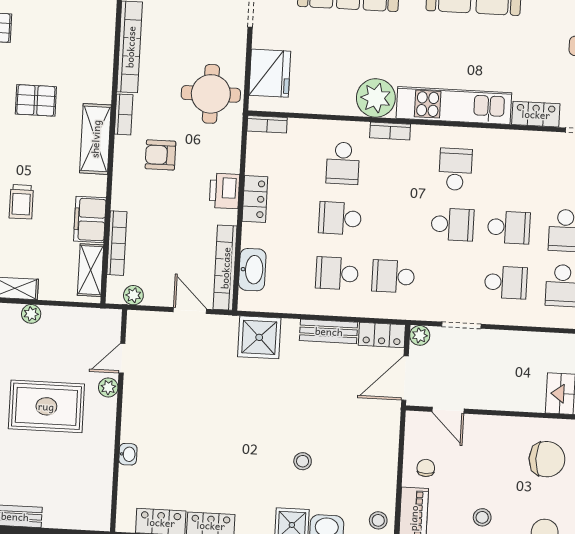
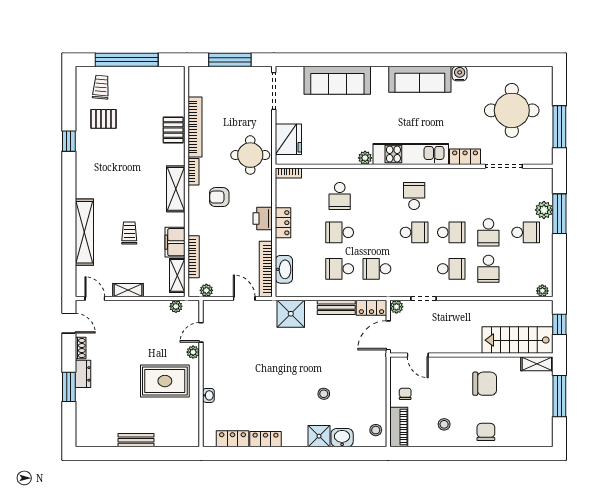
plant: (376, 98) -> (365, 158), width x0.53, depth x0.53
pallet: (36, 100) -> (173, 130), moved, turned 90
bookcase: (390, 131) -> (370, 173), removed
trolley: (21, 202) -> (129, 233), turned 180
plant: (31, 314) -> (176, 306), moved
rug: (46, 406) -> (165, 381), moved

